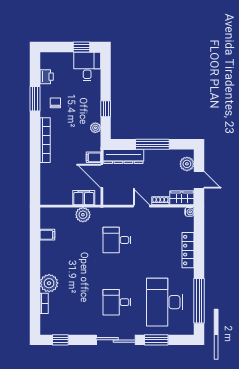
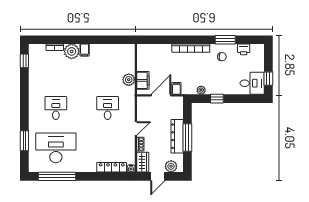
dresser: (123, 157) -> (177, 136), moved
filing cabinet: (47, 235) -> (85, 50), moved
locker: (188, 250) -> (112, 167), moved
sliding door: (116, 340) -> (24, 107), removed

